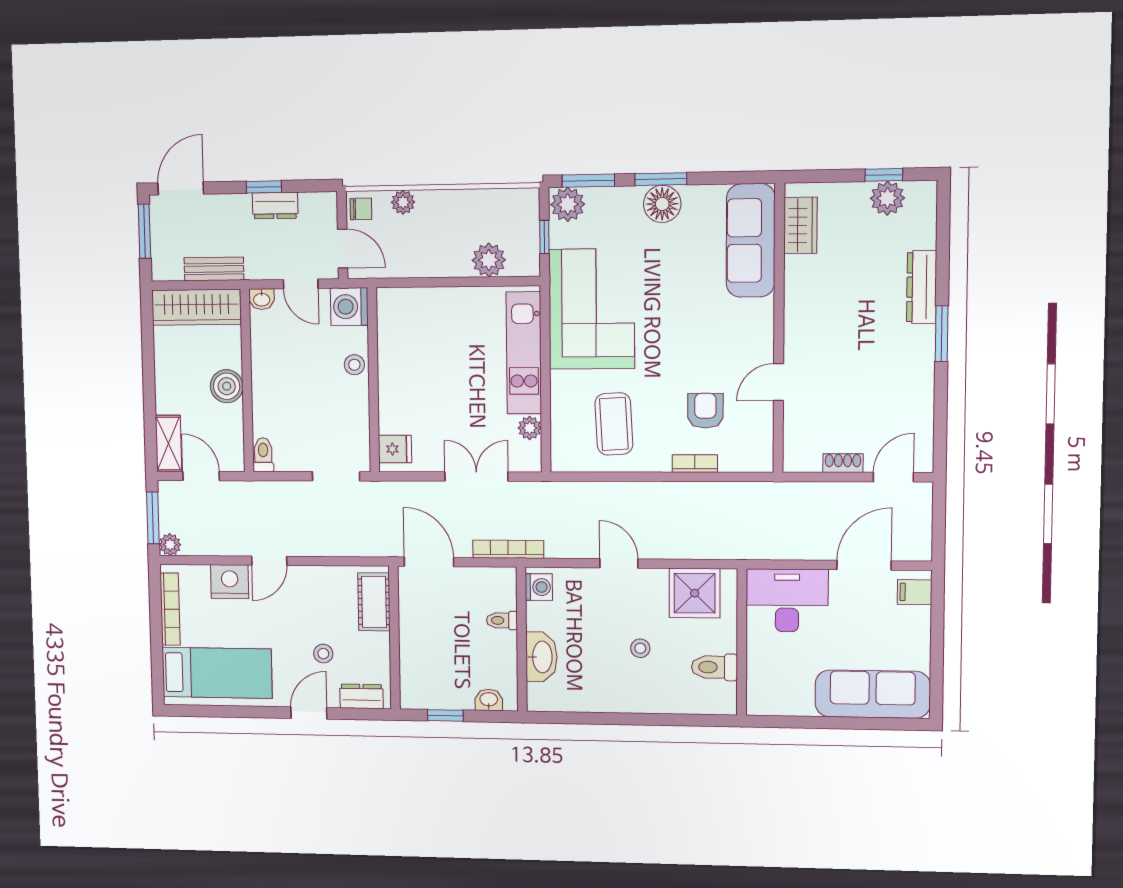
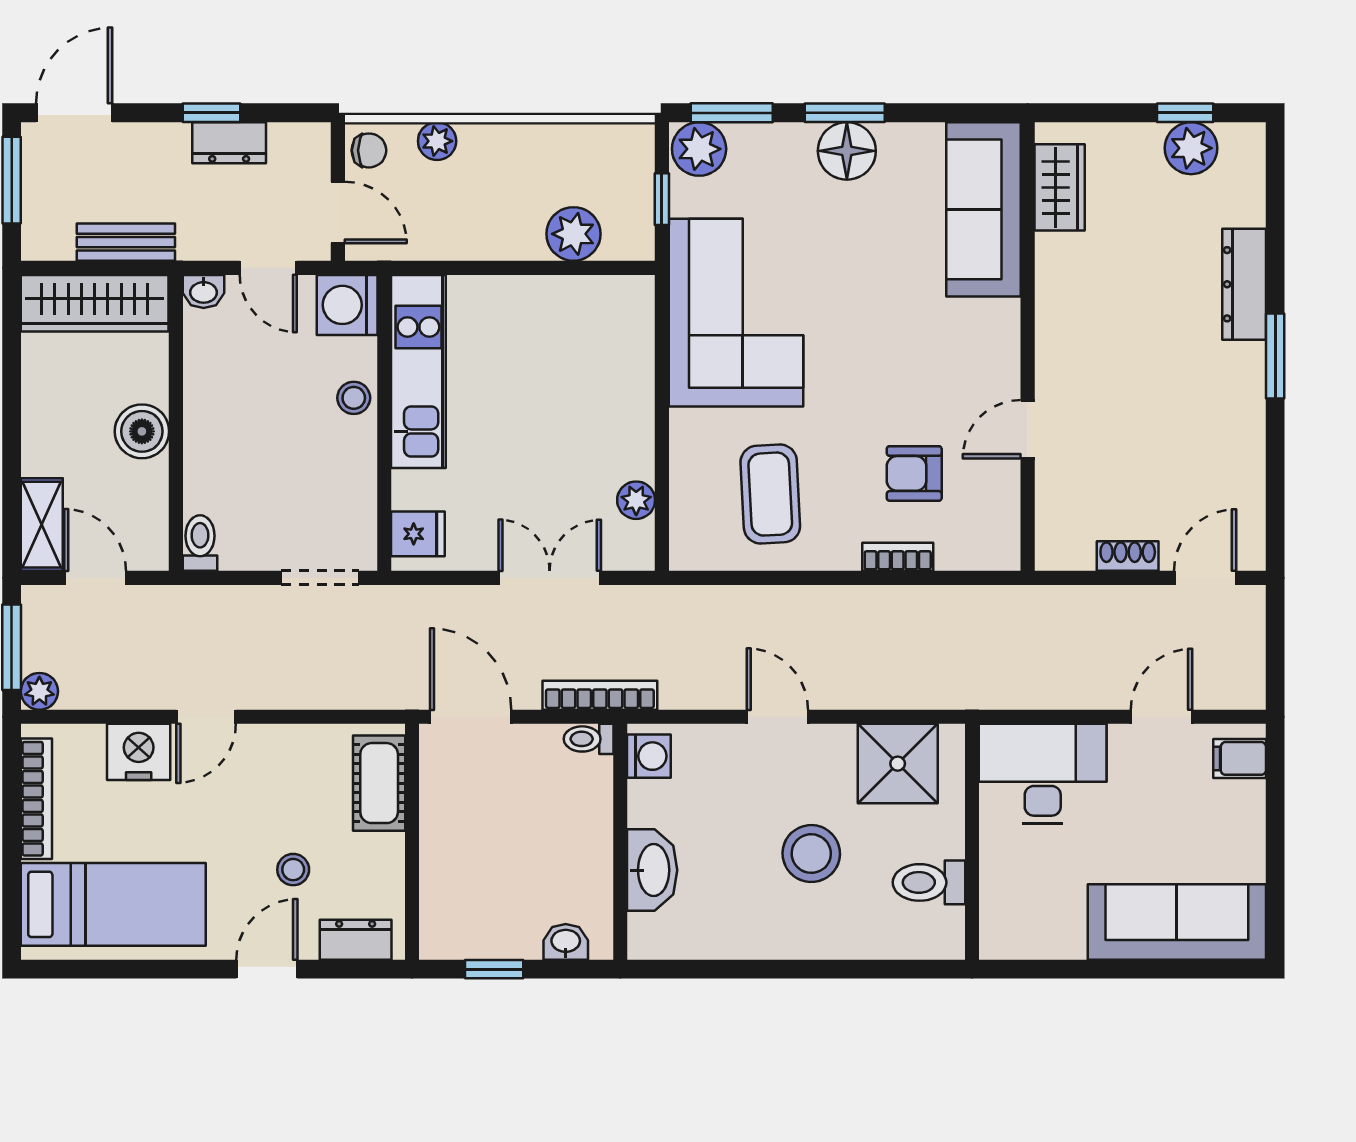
kitchen unit: (524, 353) -> (418, 371), moved, turned 180
armchair: (705, 411) -> (914, 473), turned -90
door: (864, 565) -> (1162, 717), width x0.73
toilet: (502, 620) -> (589, 739), moved
stool: (640, 648) -> (811, 854), width x1.89, depth x1.89

